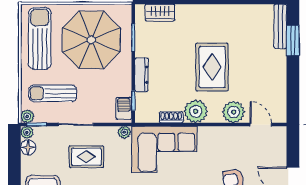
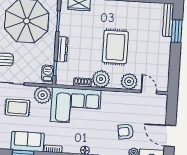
plant: (124, 132) -> (43, 95), width x1.88, depth x1.88

